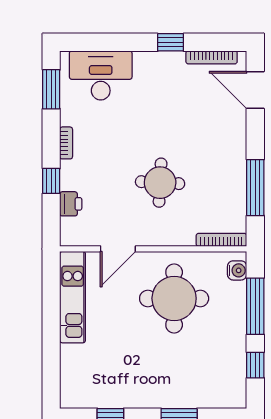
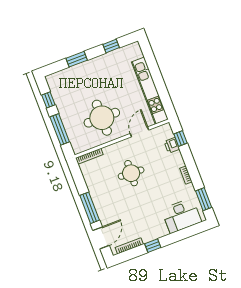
door: (255, 90) -> (101, 238), hinge flipped
window: (51, 181) -> (180, 139), moved
window: (255, 188) -> (90, 208), moved
water cooler: (237, 270) -> (76, 144), removed
kitchen unit: (73, 297) -> (150, 91), width x1.36

